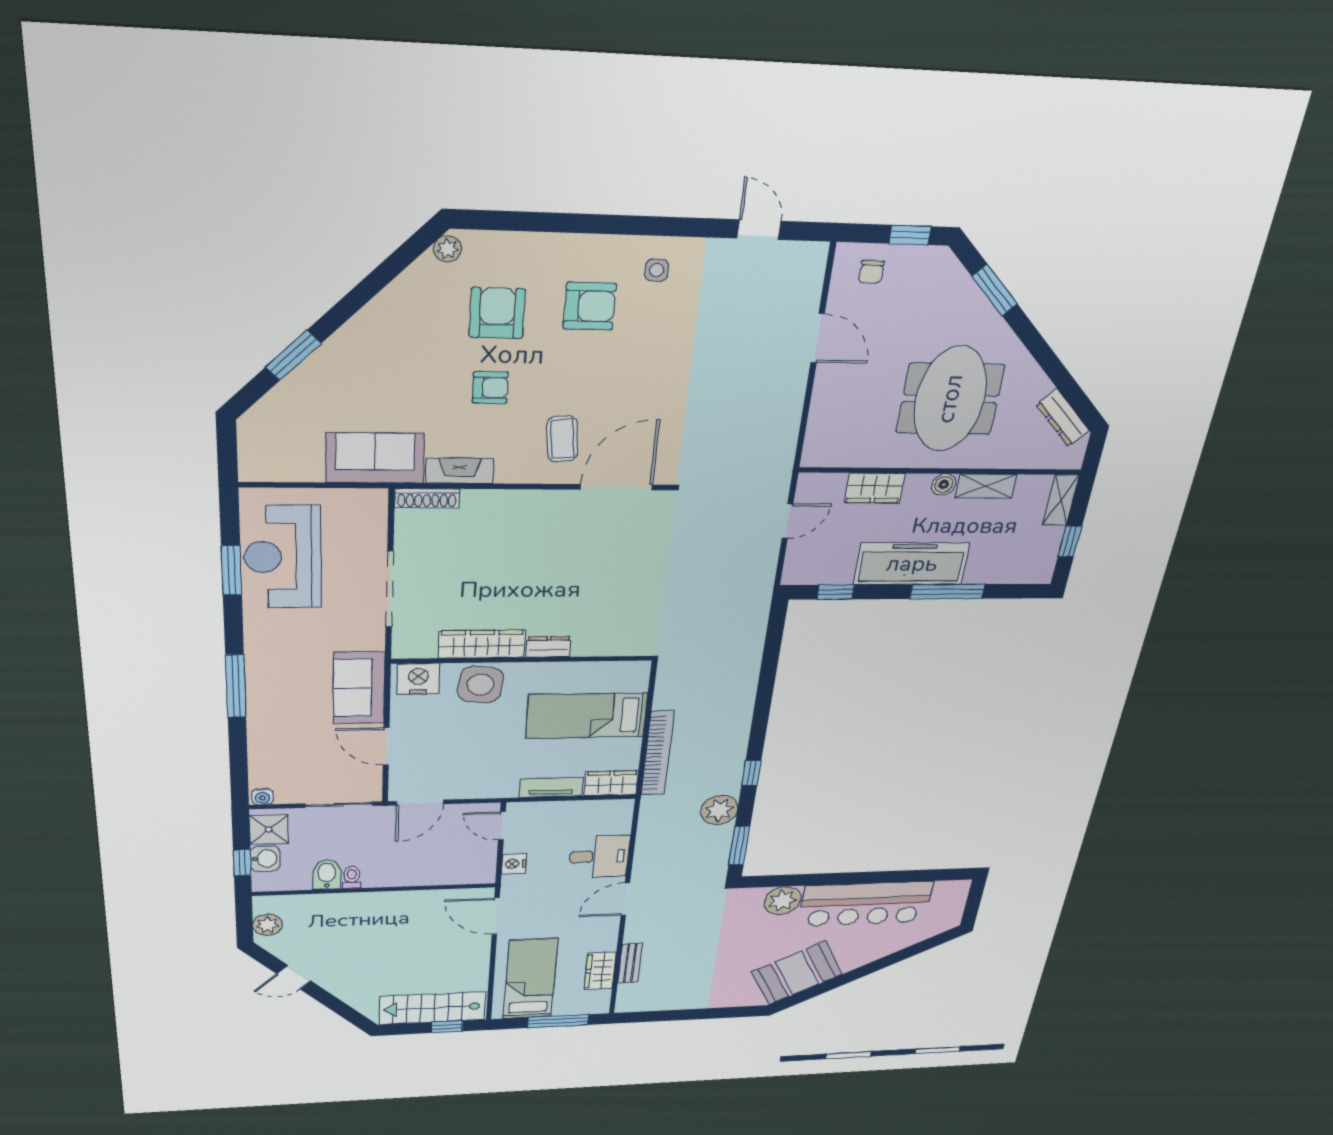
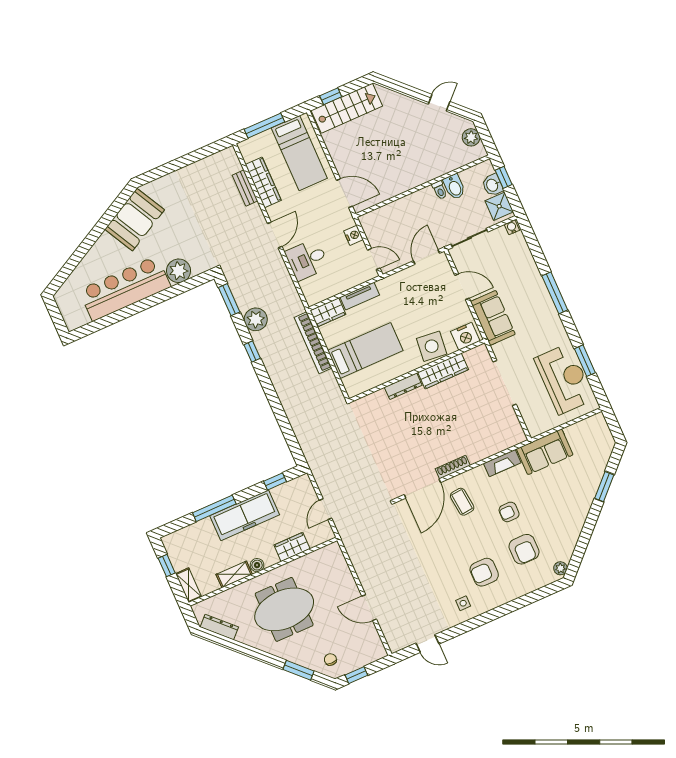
chair: (871, 272) -> (330, 660), moved
meeting table: (950, 399) -> (284, 609), turned 90
shoe rack: (427, 498) -> (453, 467), moved
dresser: (548, 647) -> (403, 386), width x1.44
wardrobe: (600, 971) -> (263, 182), width x1.50

